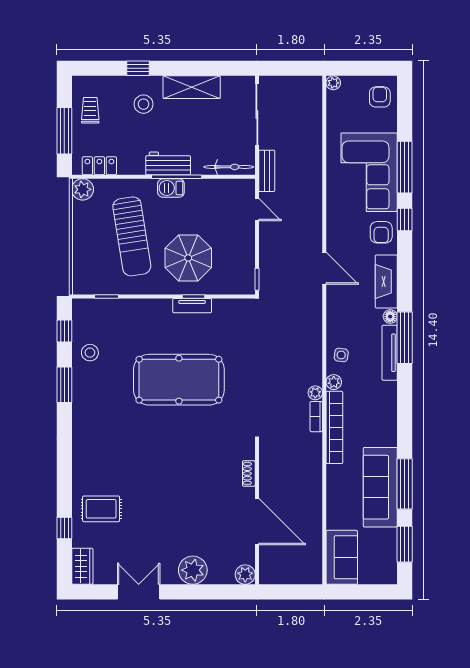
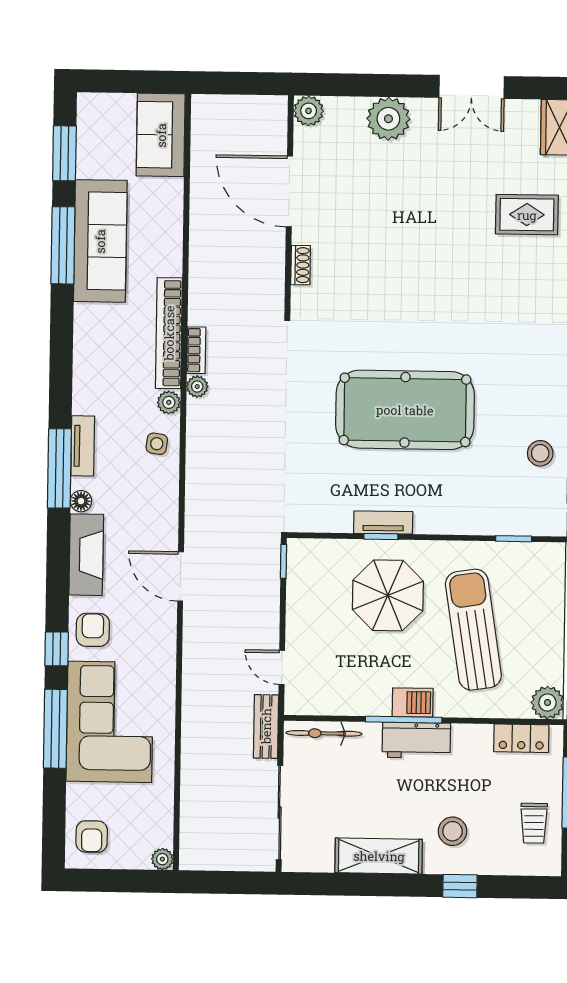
tv unit: (390, 353) -> (83, 446), width x0.71

